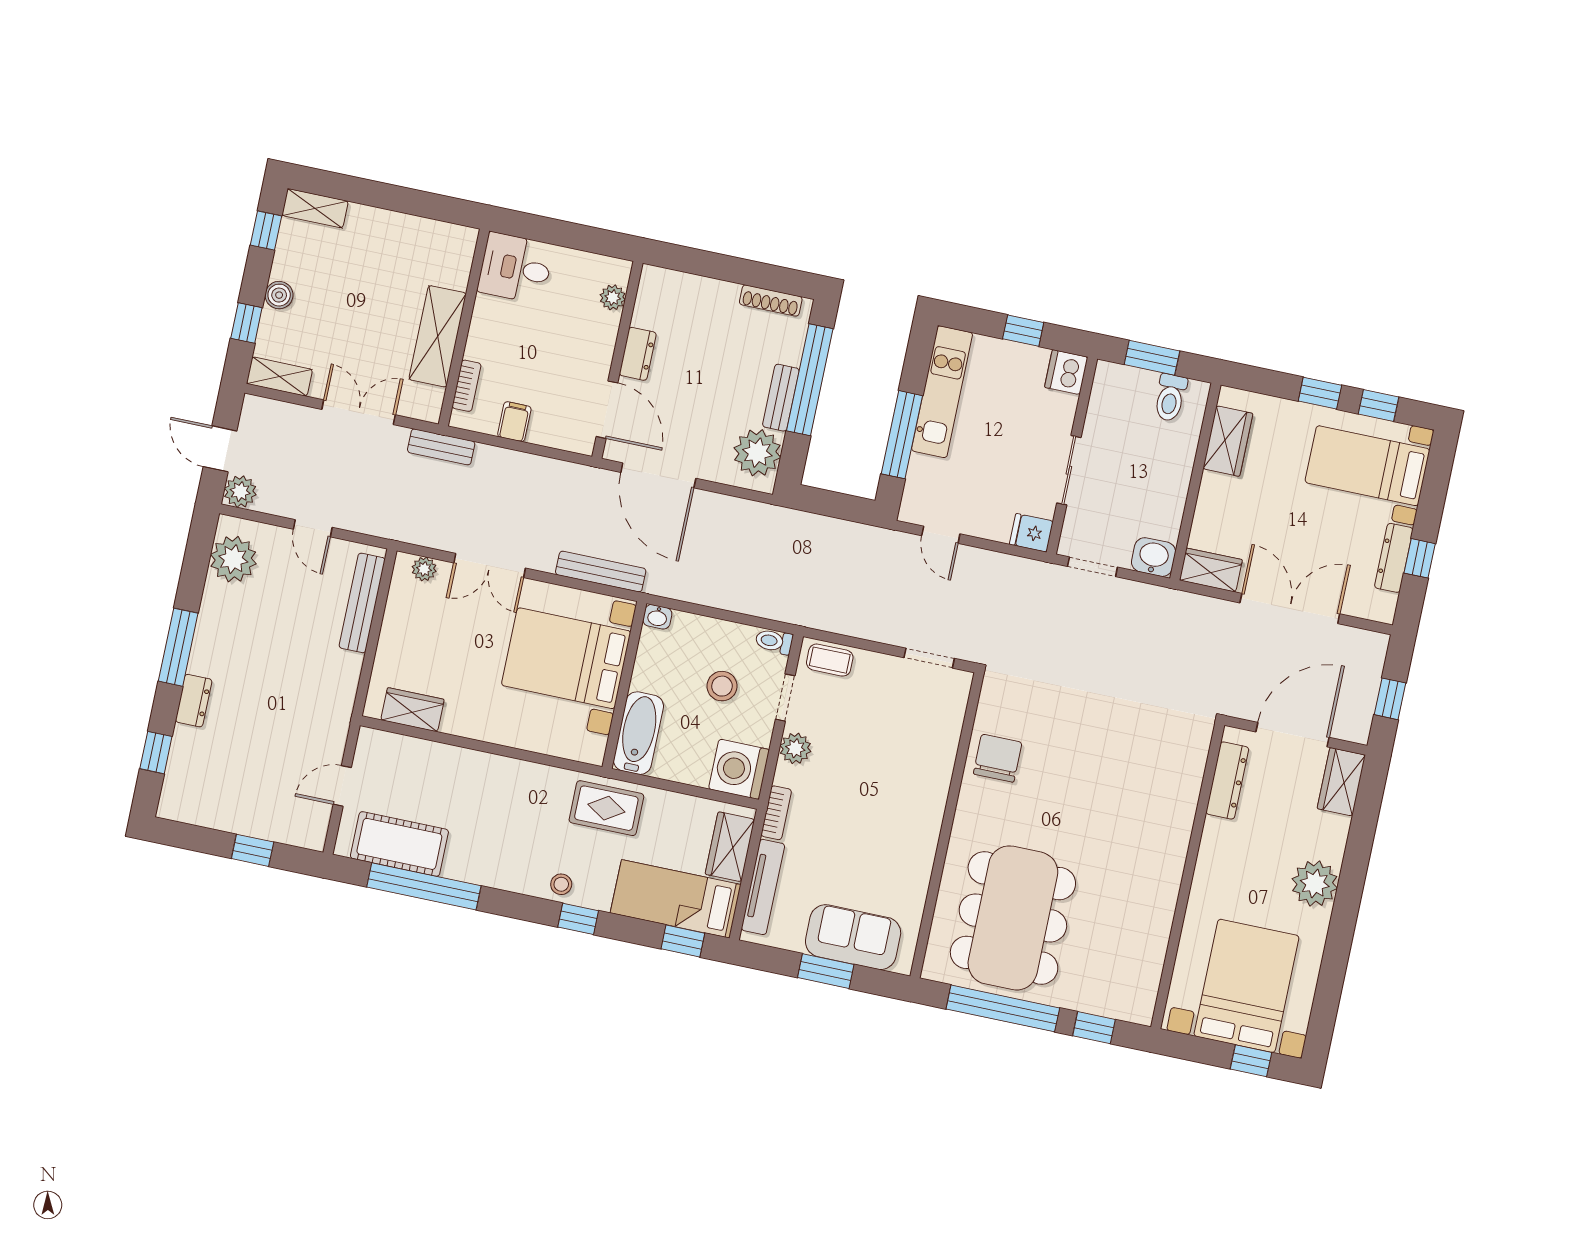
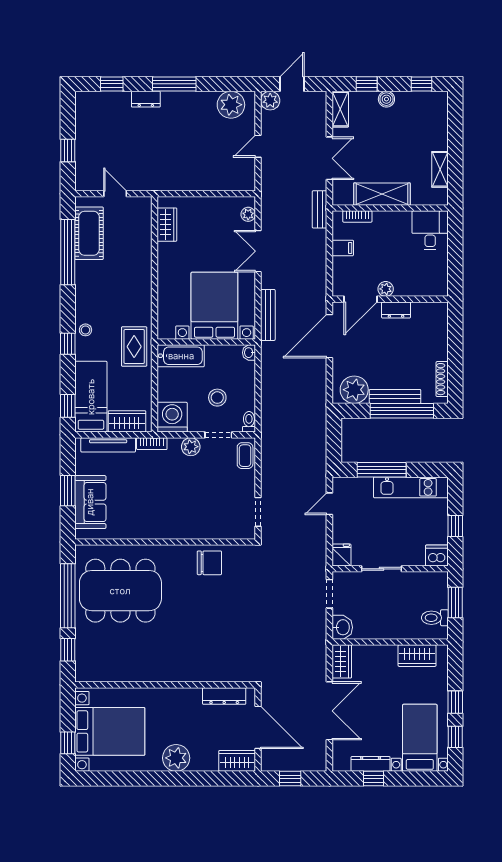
shelving: (315, 208) -> (440, 169), moved
plant: (613, 297) -> (386, 289), moved
bench: (781, 398) -> (395, 396), width x1.36
bench: (362, 603) -> (221, 183), removed

